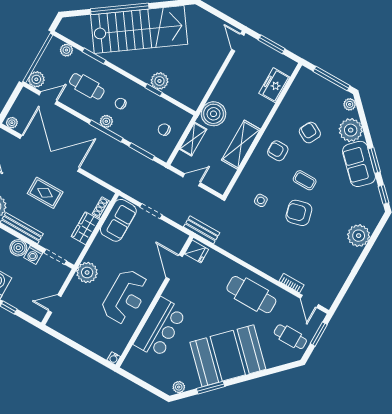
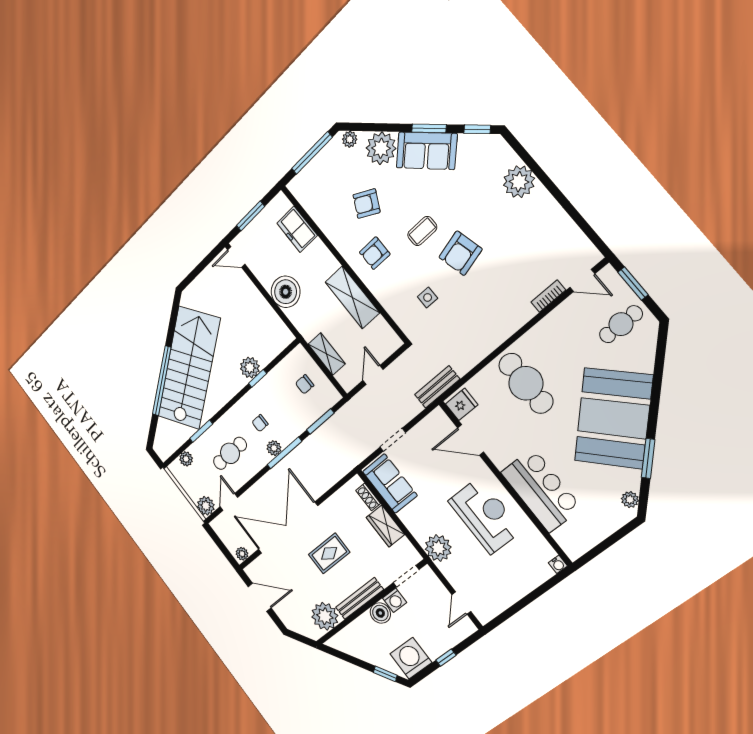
boiler: (214, 114) -> (286, 292), moved
cafe table: (251, 295) -> (526, 383), moved, turned 90

